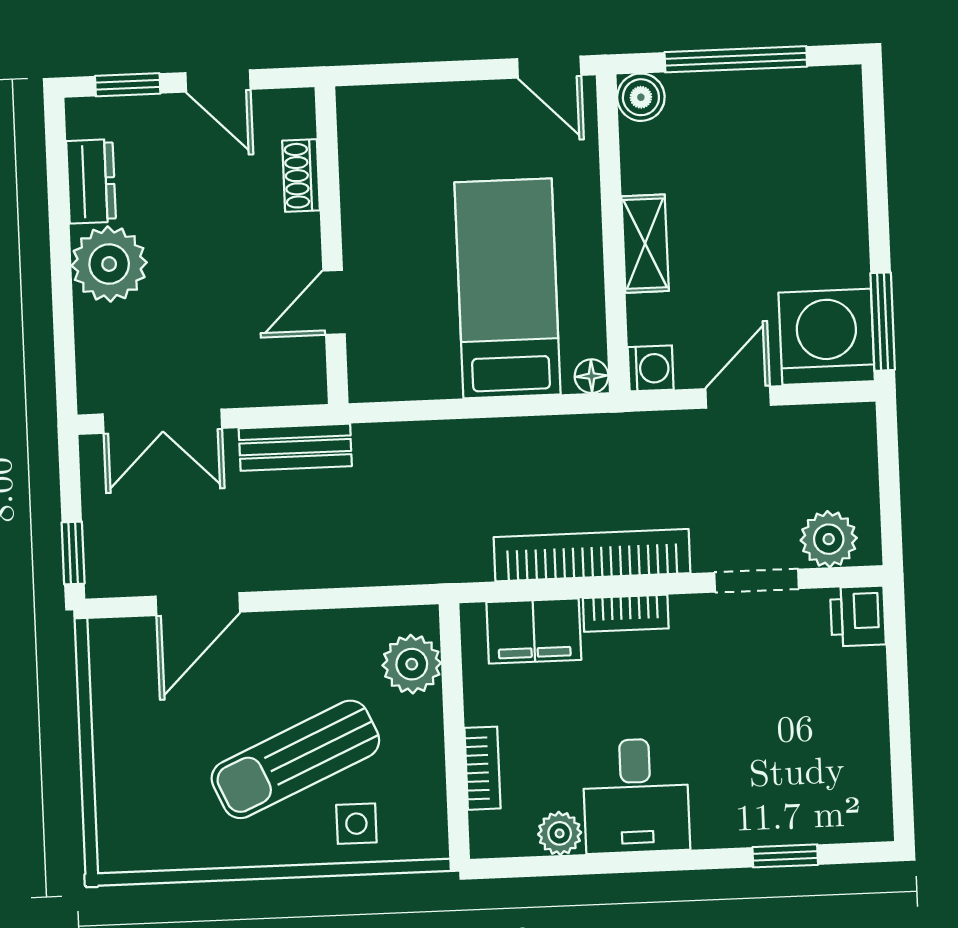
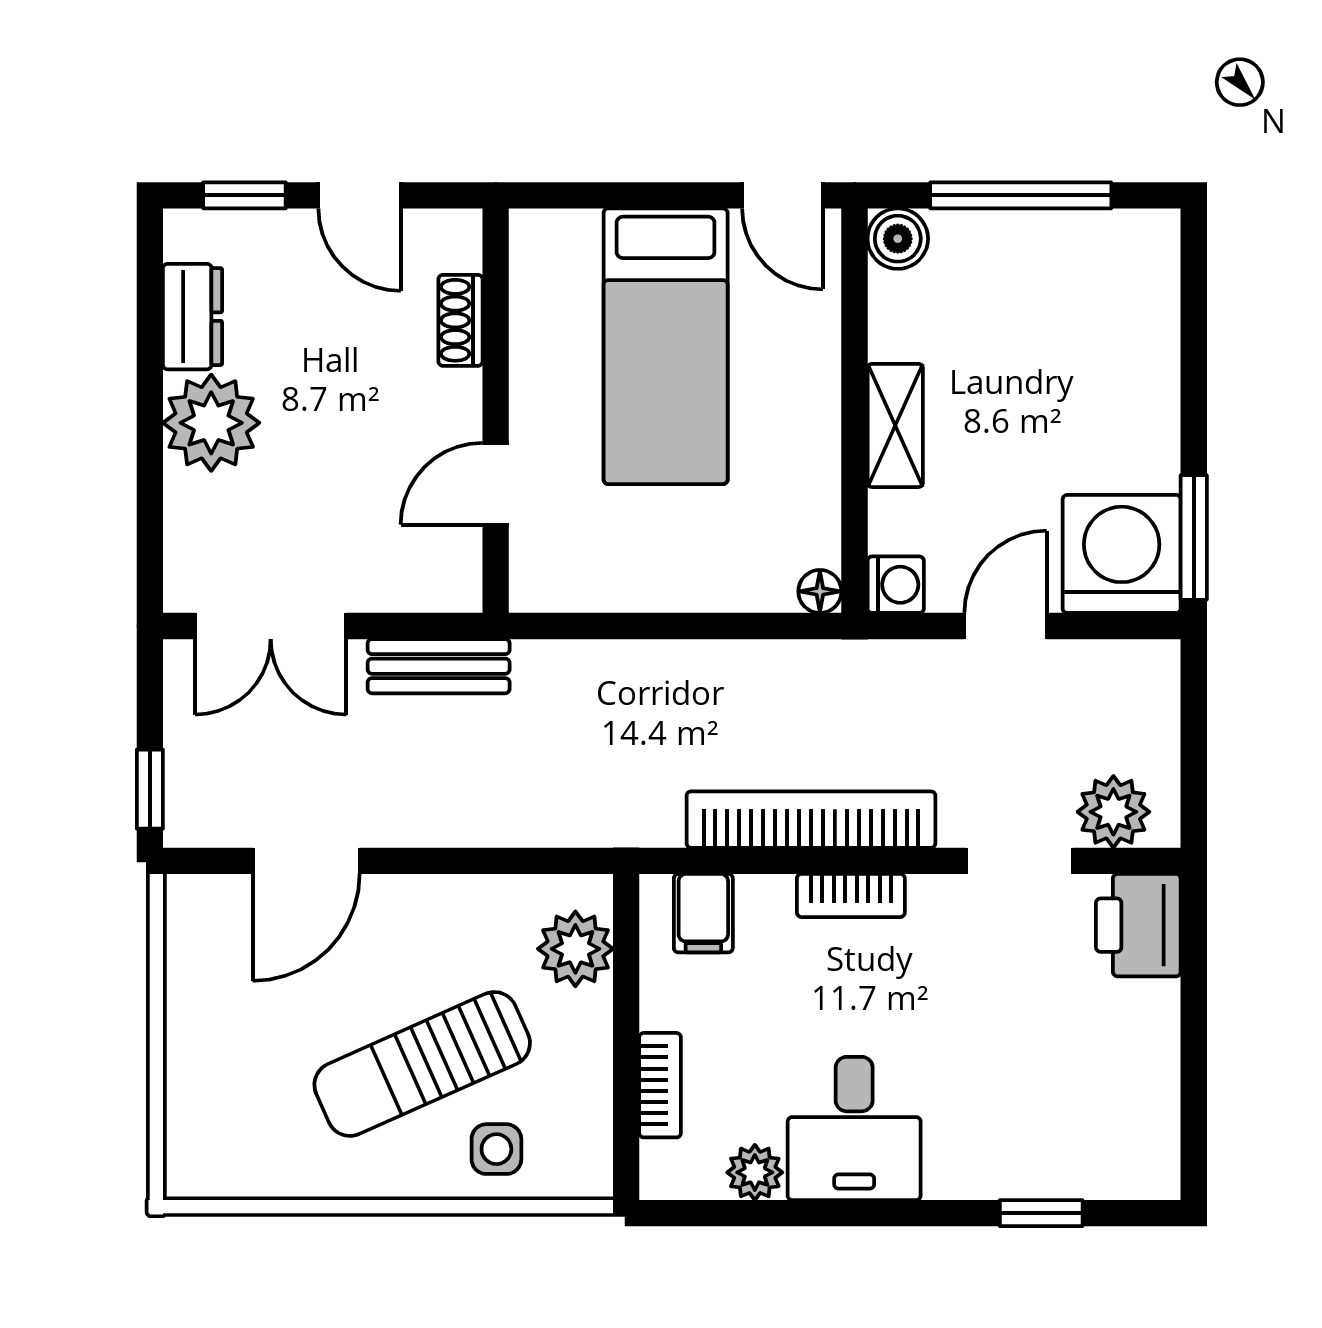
bed: (507, 288) -> (666, 346), moved, turned 180
printer: (858, 616) -> (1138, 925), width x1.36, depth x1.24
filing cabinet: (534, 631) -> (703, 913), width x0.50

